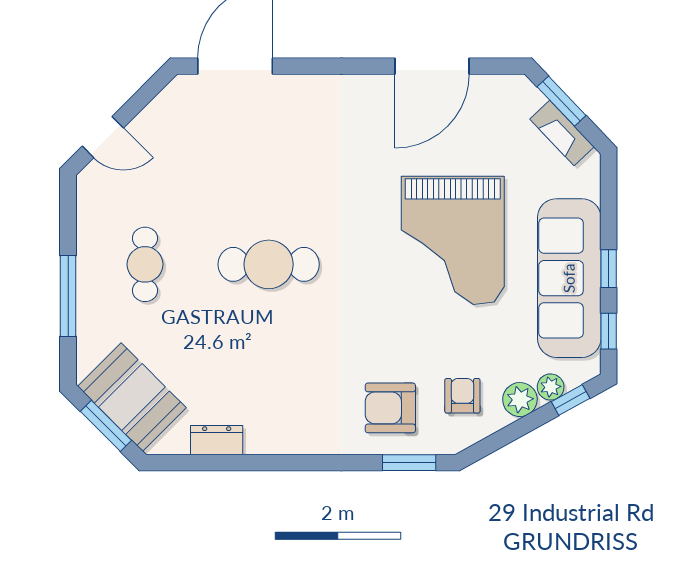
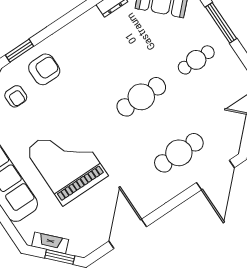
cafe table: (269, 138) -> (179, 153), added
cafe table: (145, 264) -> (196, 60), turned 90

